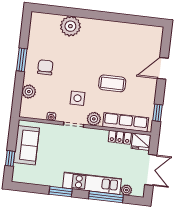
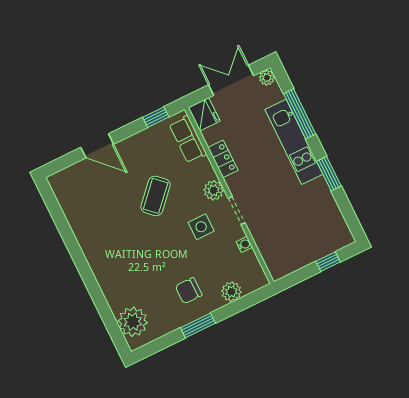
plant: (70, 26) -> (133, 322), moved
coffee table: (112, 83) -> (156, 196), turned 43
row of seats: (126, 122) -> (188, 139), width x0.68
locker: (120, 137) -> (223, 159), moved
sofa: (26, 145) -> (299, 252), removed
plant: (126, 190) -> (267, 78), moved

